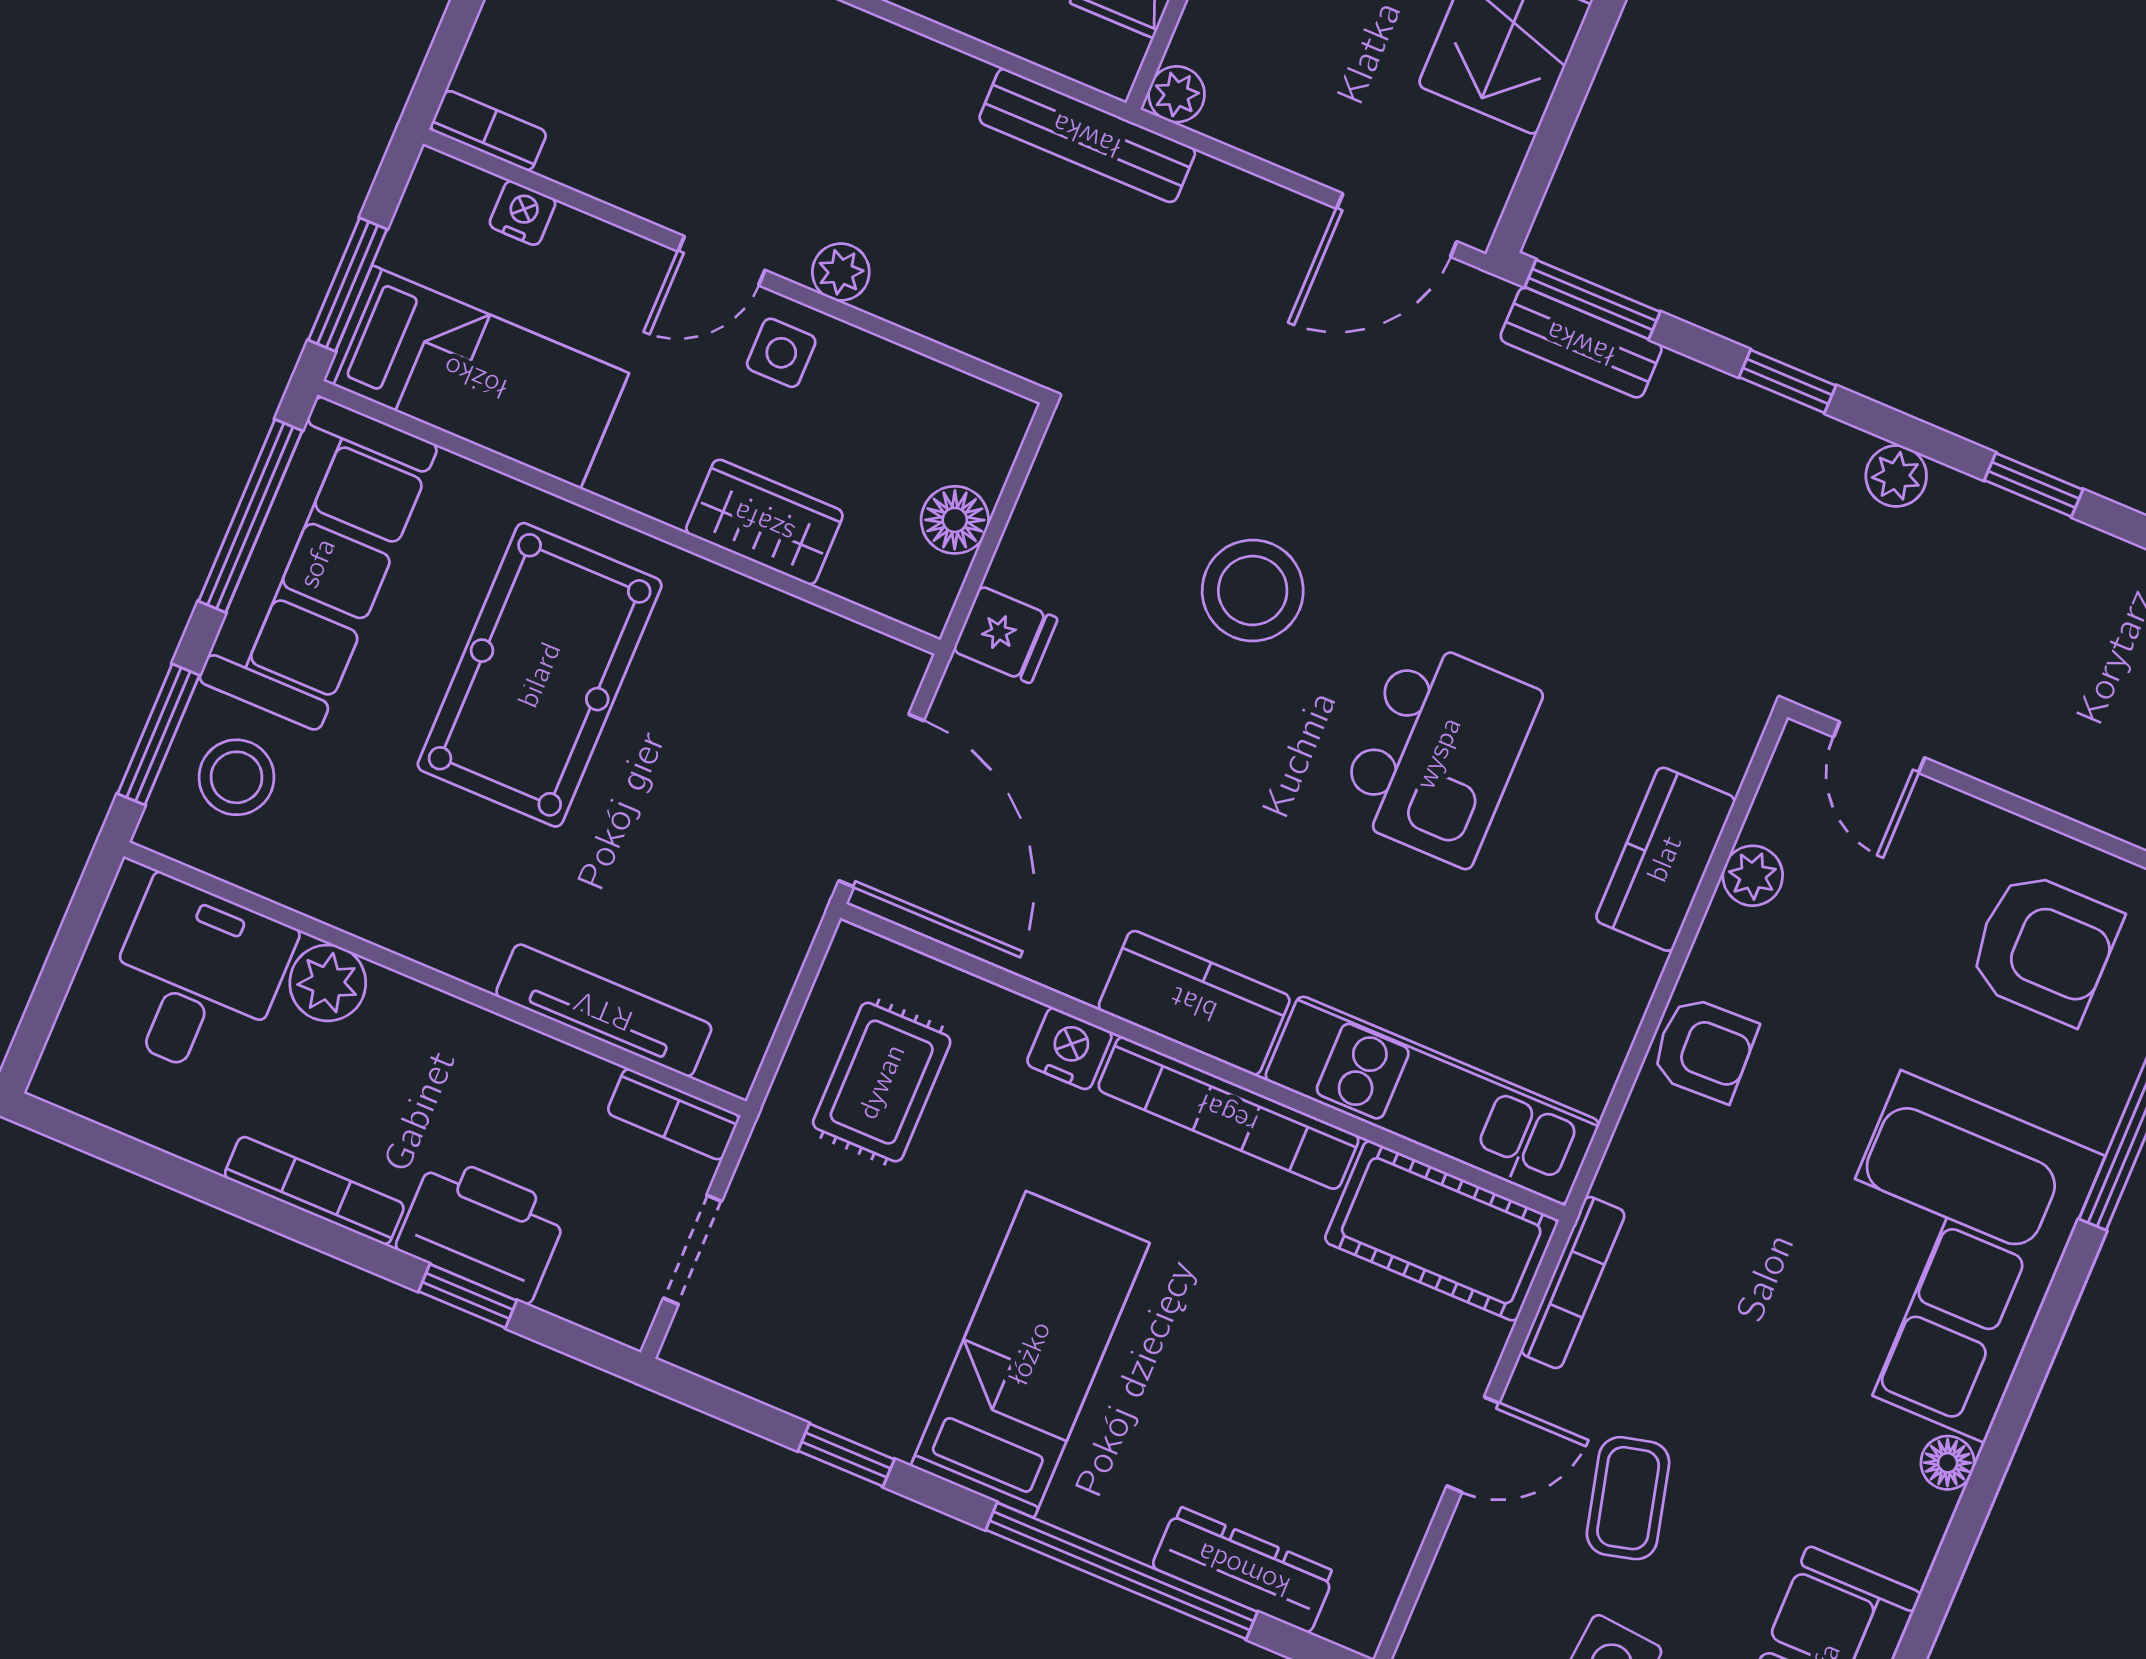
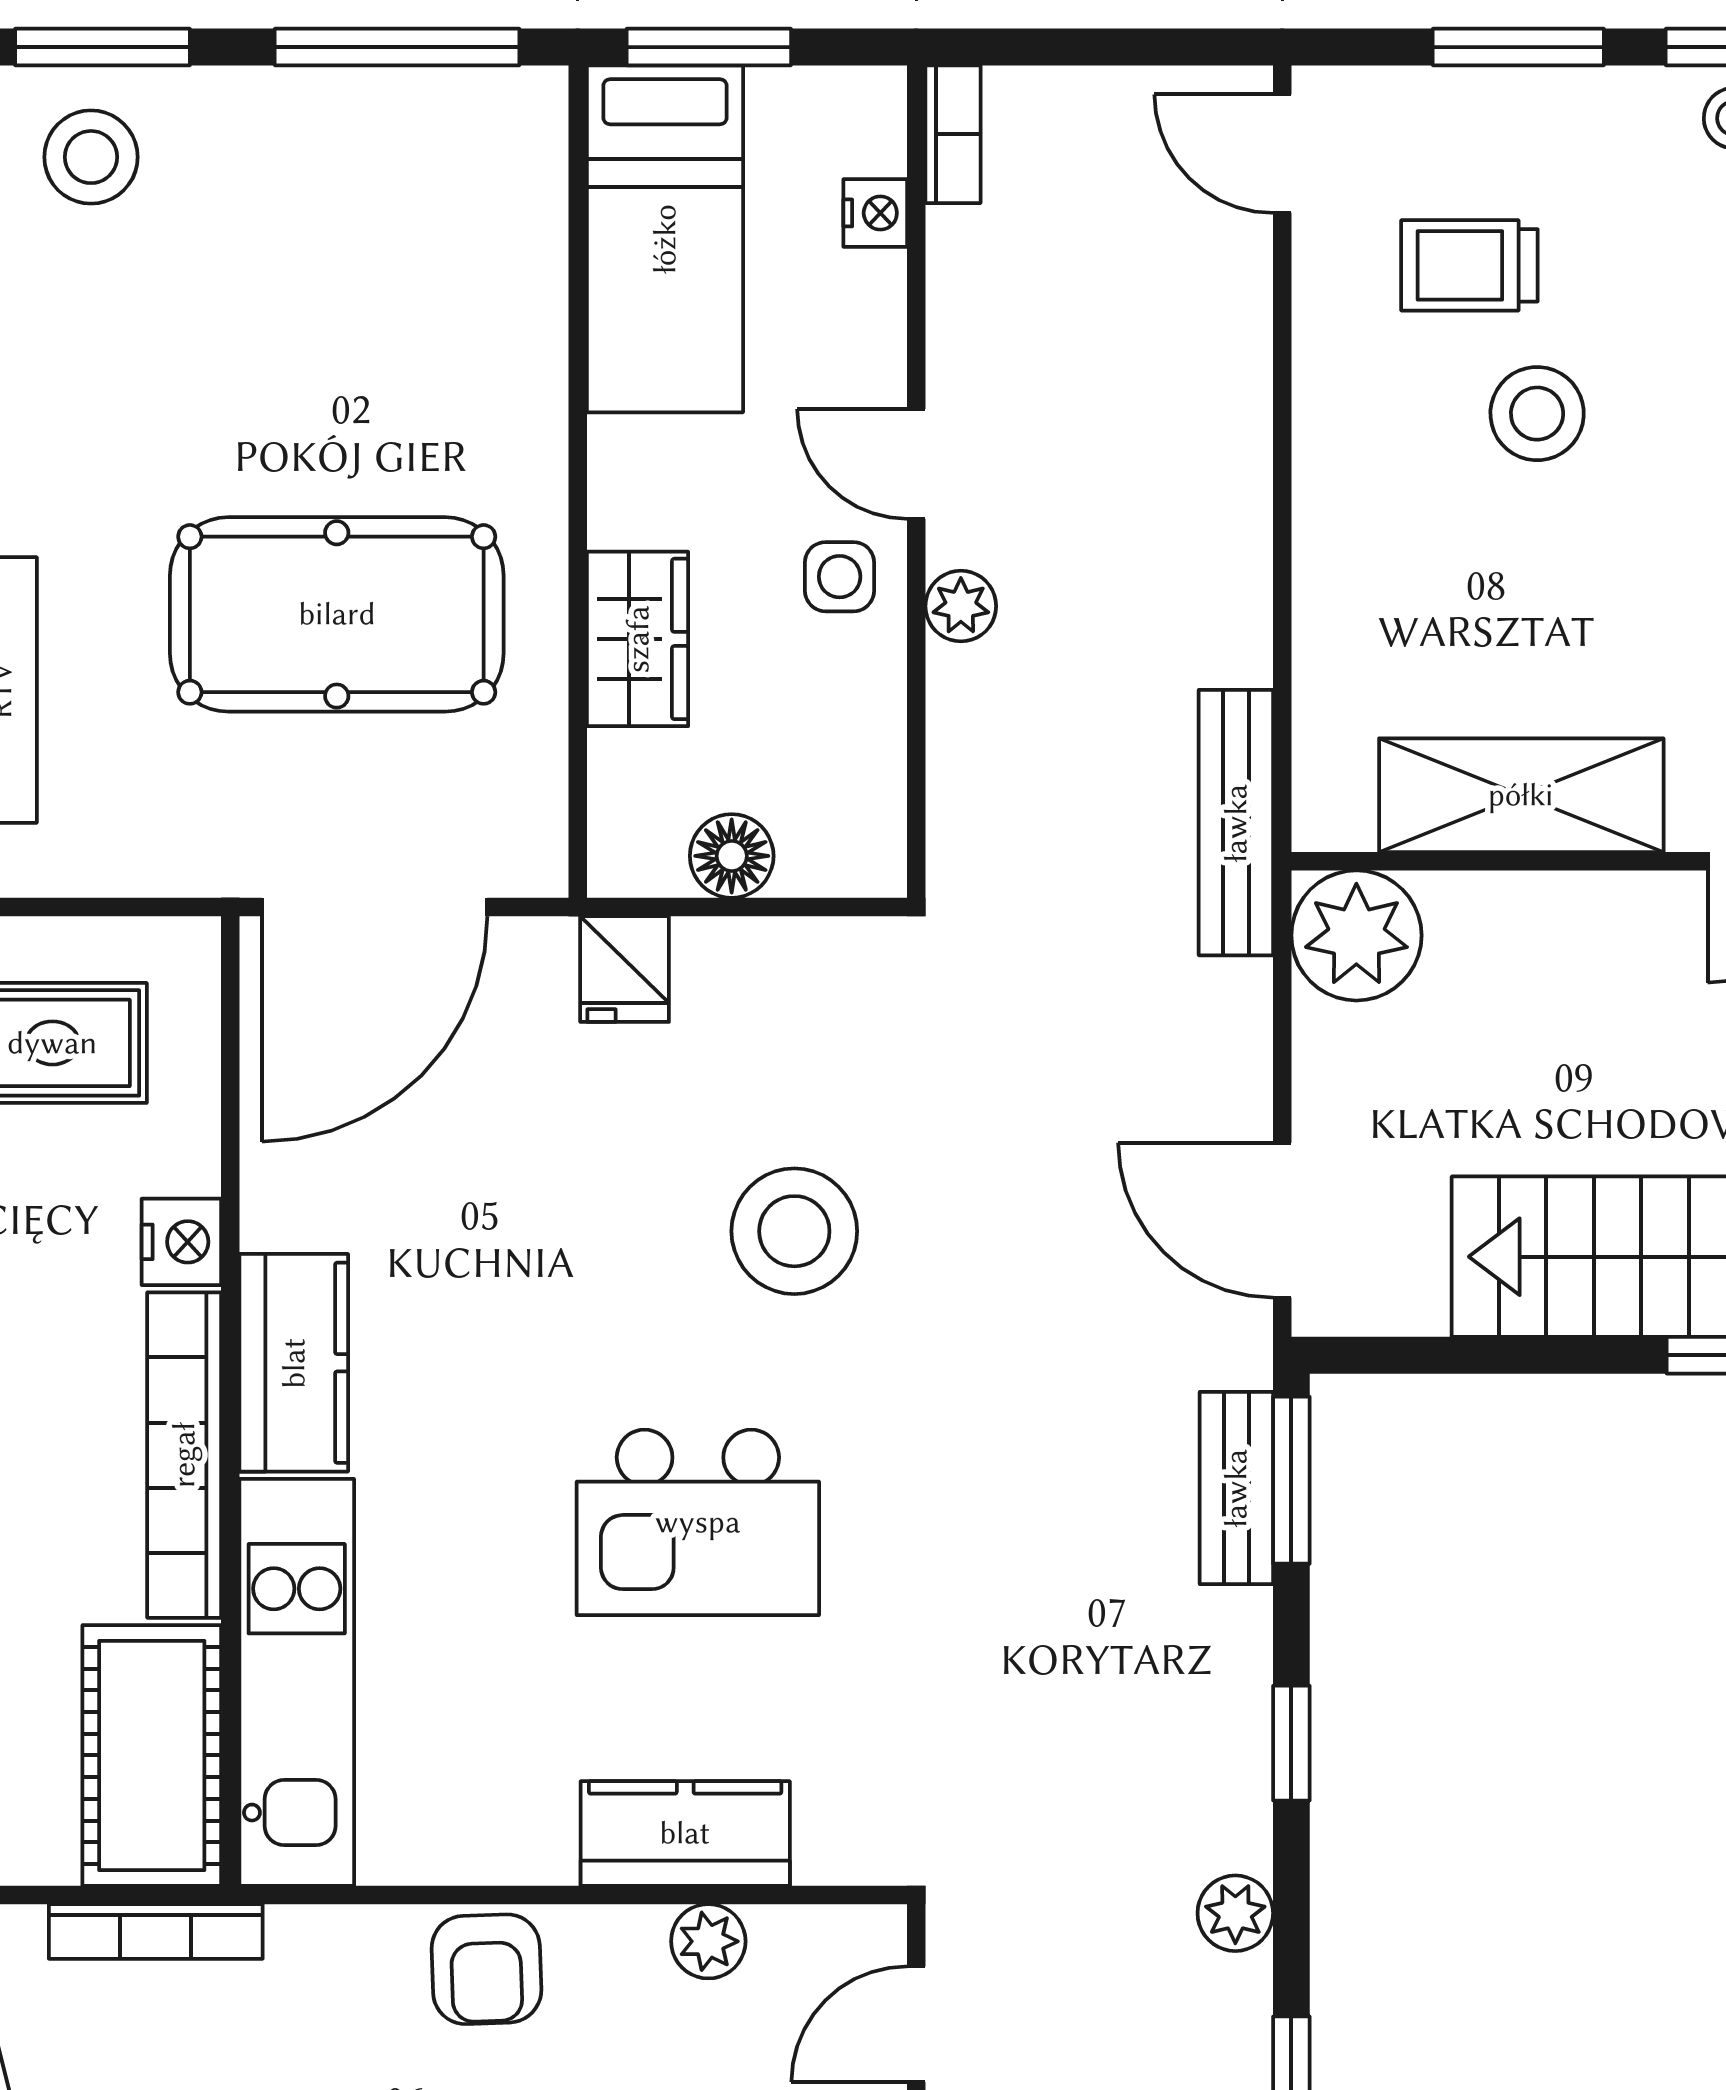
plant: (1177, 94) -> (1356, 935), width x1.87, depth x1.87
sofa: (318, 563) -> (375, 147), removed
pool table: (540, 675) -> (337, 614), moved

